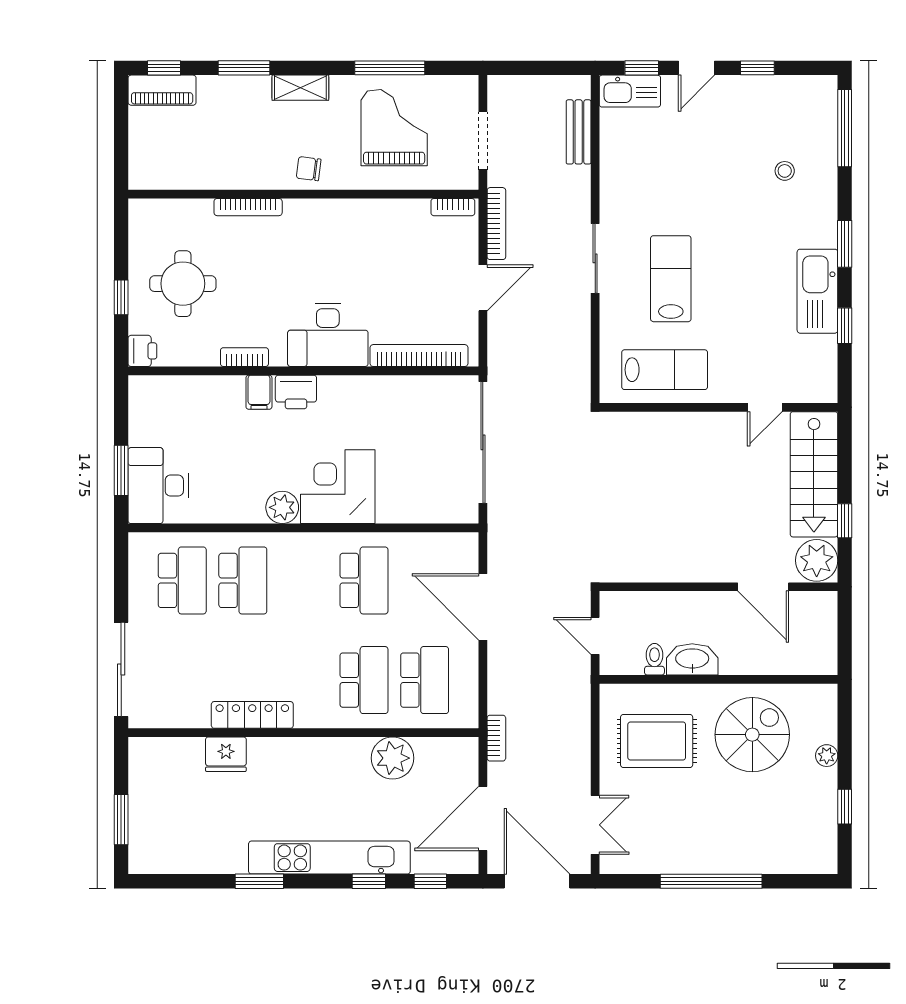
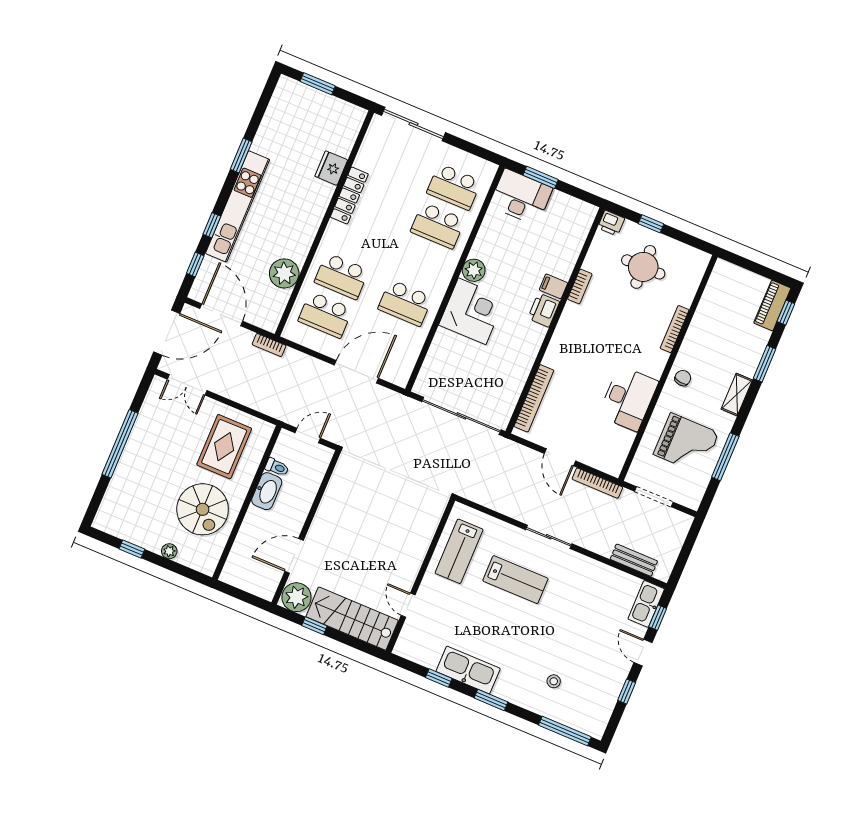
bookcase: (453, 207) -> (620, 460), removed
desk: (328, 335) -> (628, 398), moved, turned 180

